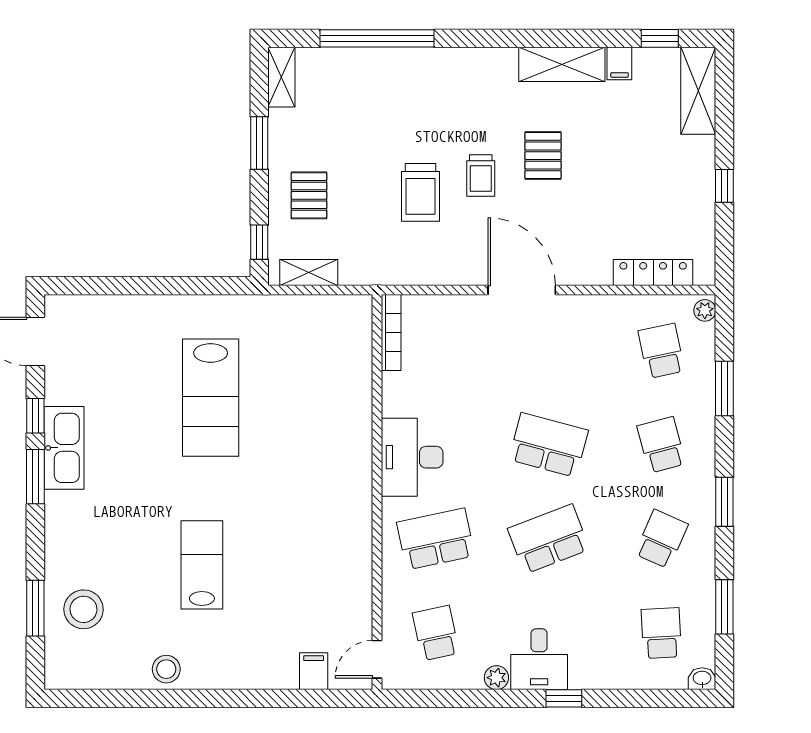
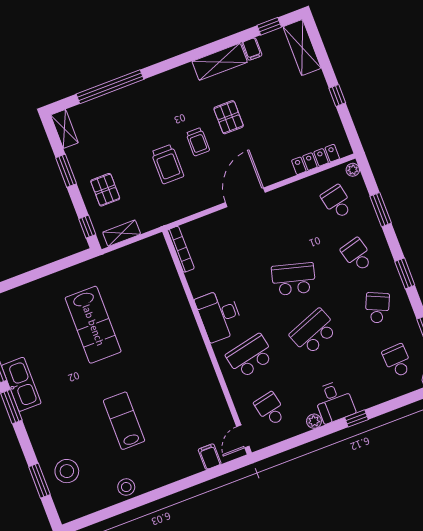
door: (522, 290) -> (245, 197), hinge flipped

